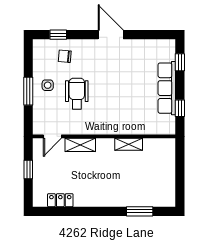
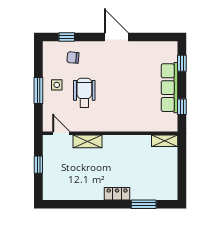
door: (52, 136) -> (61, 133), swing flipped
shelving: (129, 144) -> (165, 141), moved
locker: (60, 200) -> (117, 194), moved

